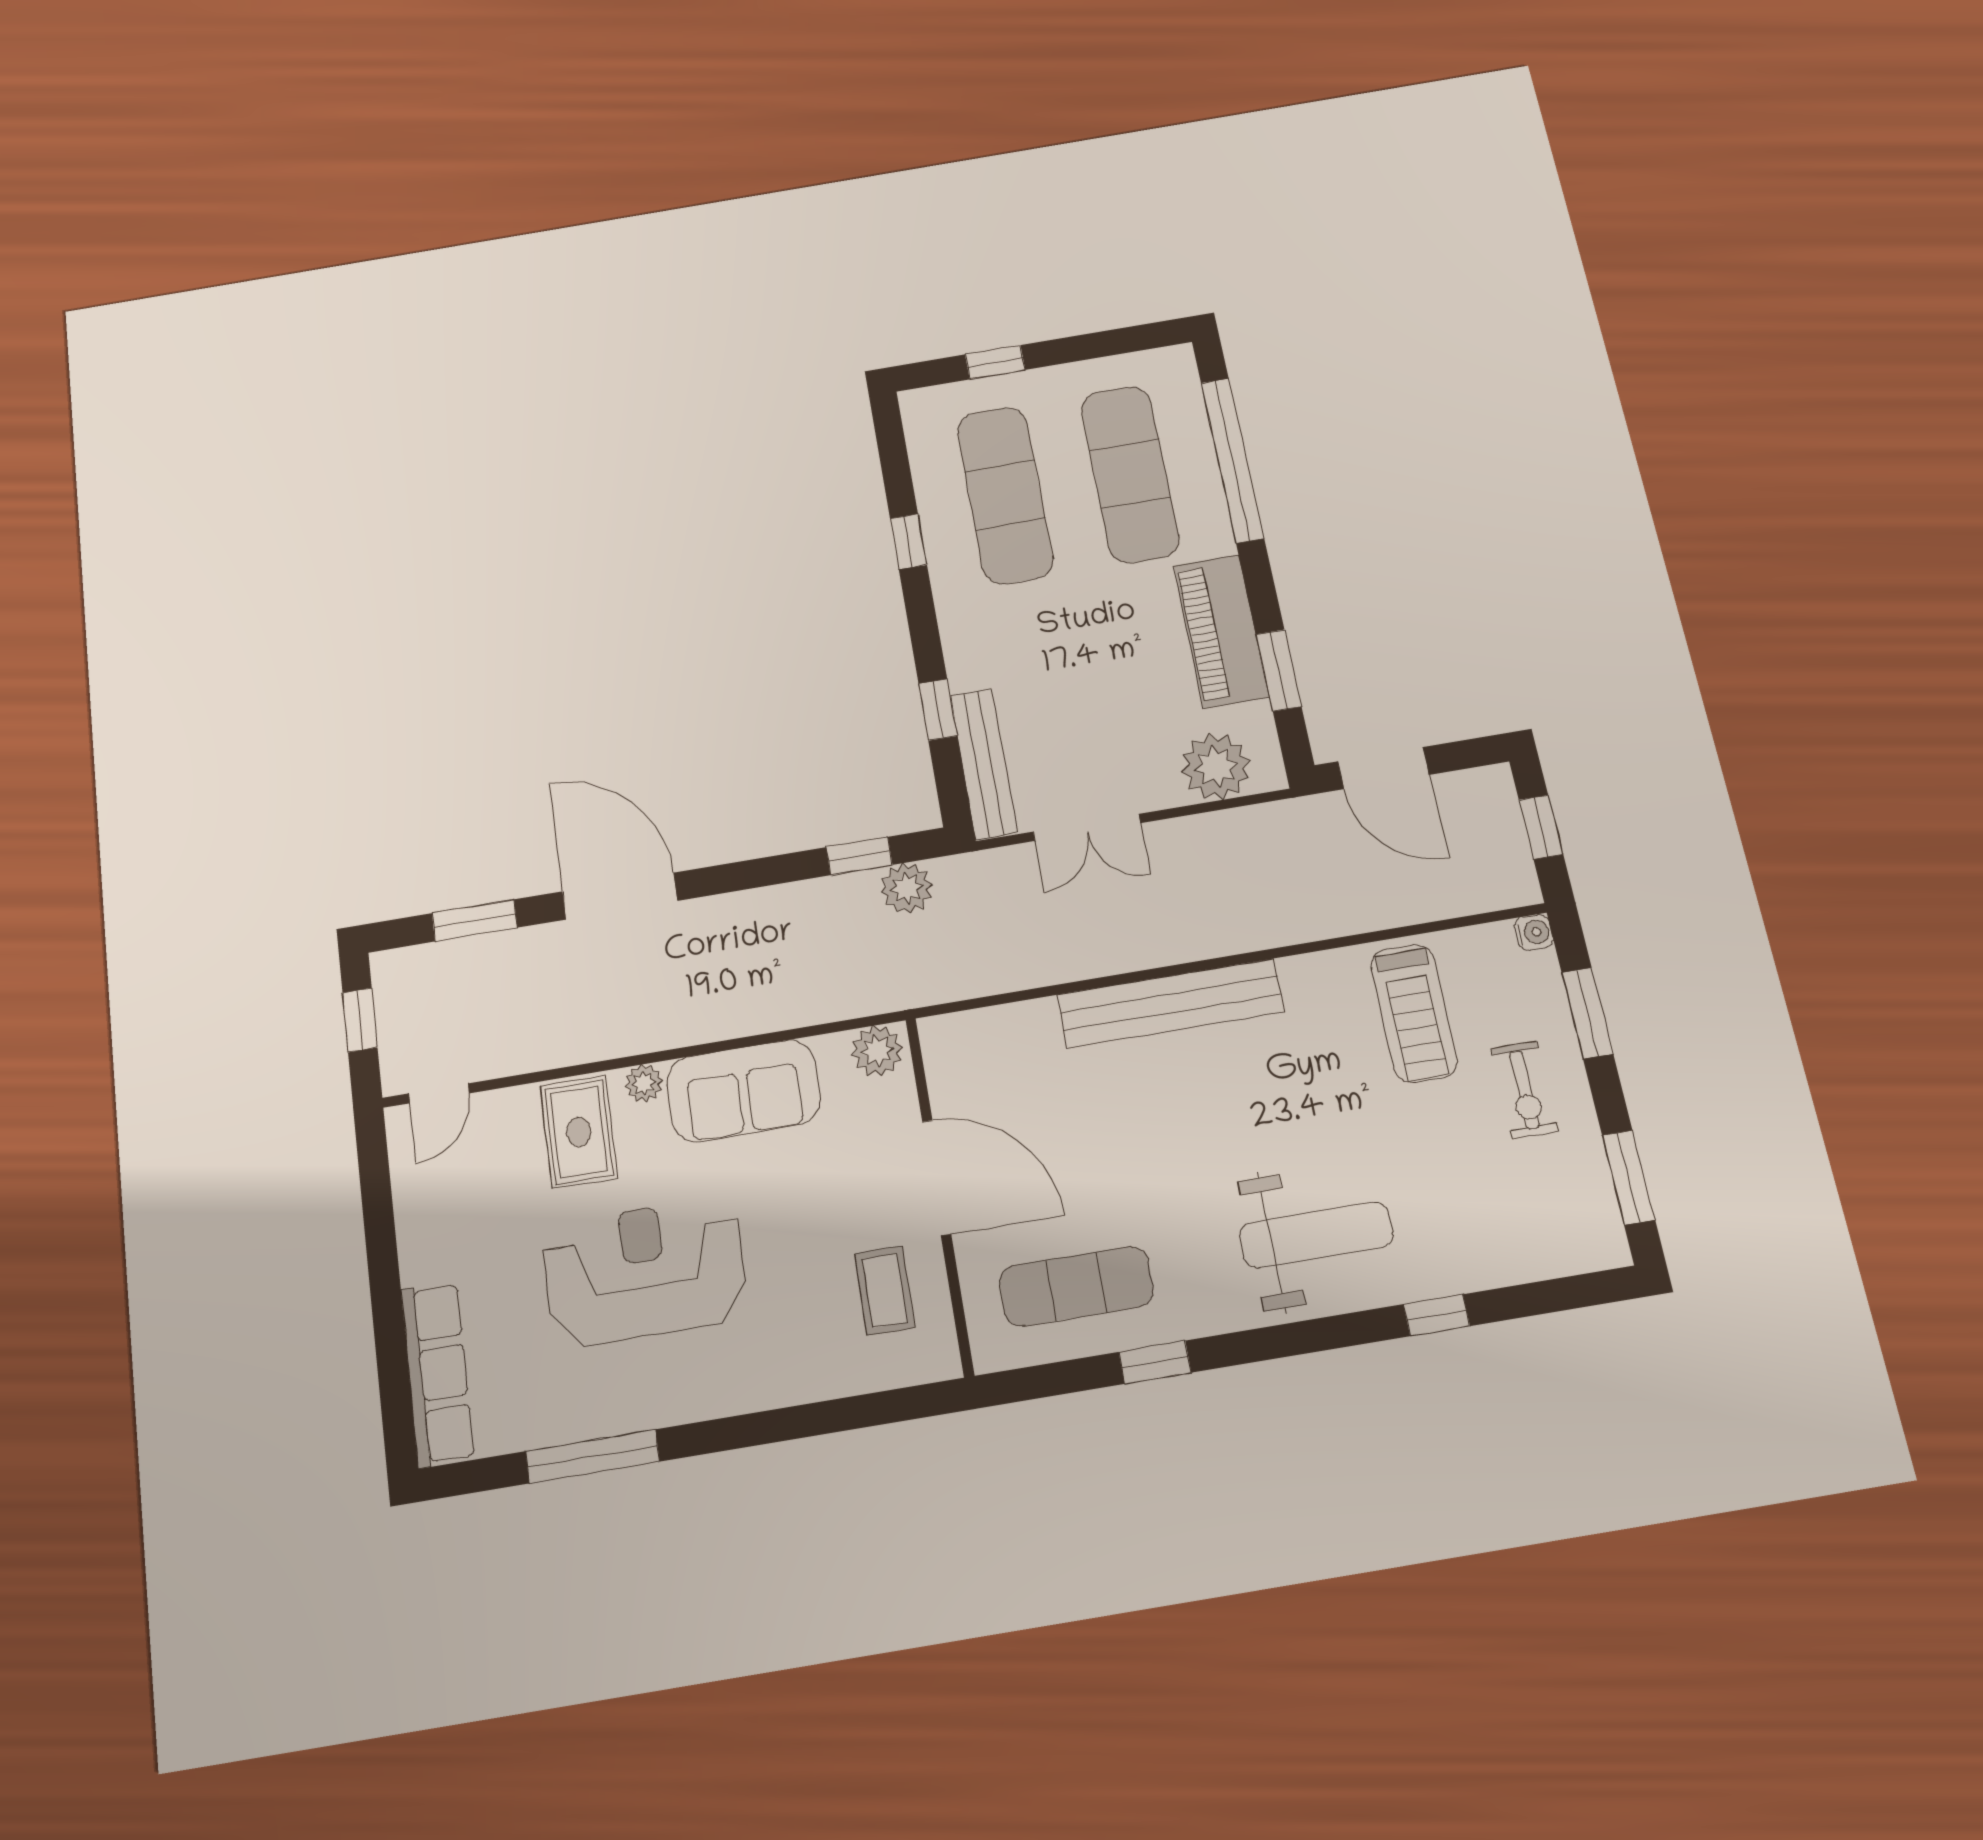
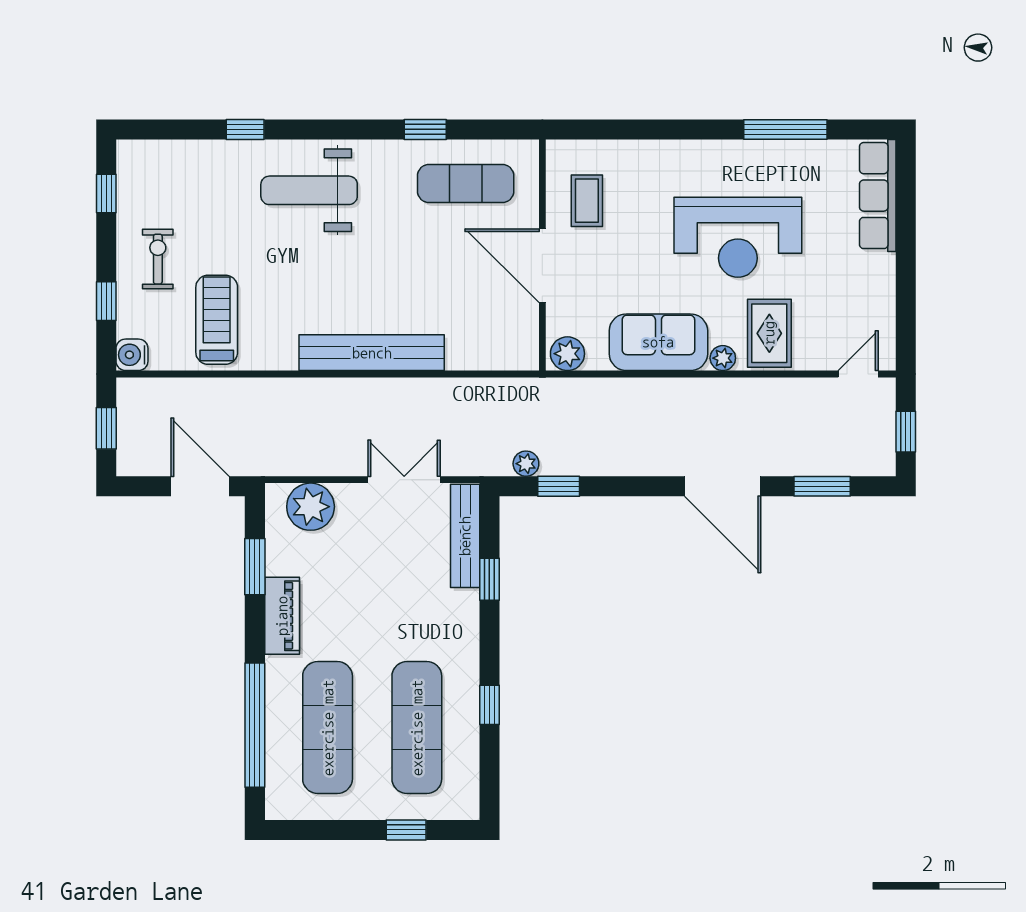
piano: (1221, 631) -> (282, 616), width x0.73, depth x0.75
plant: (907, 888) -> (526, 464), width x0.73, depth x0.73
water cooler: (1534, 932) -> (132, 355), width x1.38, depth x1.38
window: (1587, 1013) -> (106, 301), width x0.67
window: (1628, 1177) -> (106, 194), width x0.67

